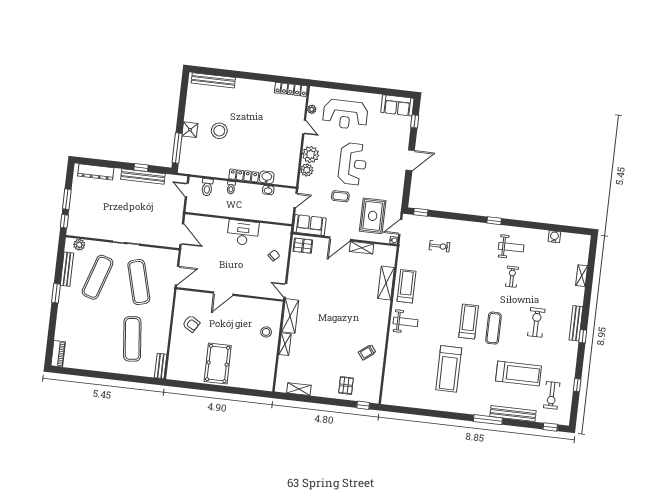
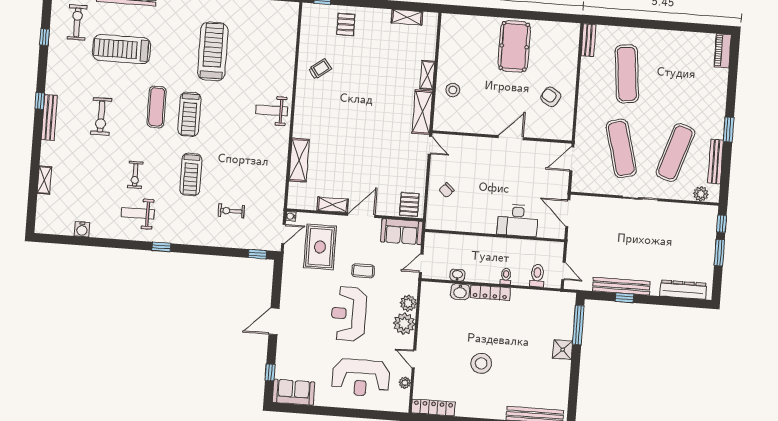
reception desk: (345, 114) -> (361, 378), turned 180
stool: (219, 131) -> (481, 363), moved
desk: (243, 233) -> (518, 220), moved
pallet: (303, 246) -> (409, 204), turned 90
treadmill: (406, 286) -> (191, 174), moved

